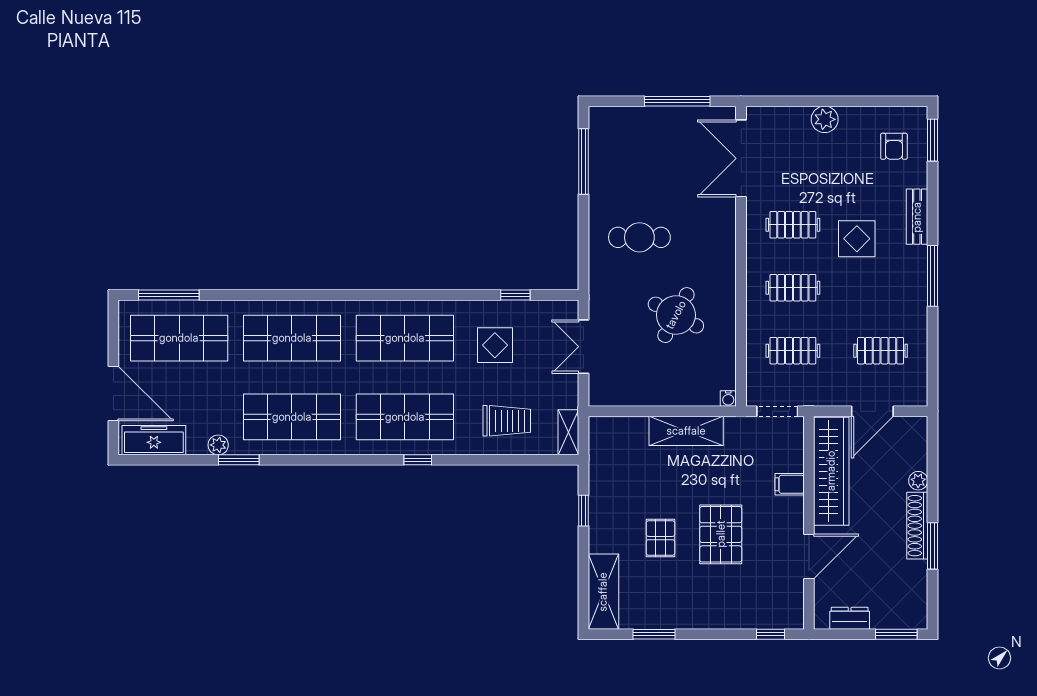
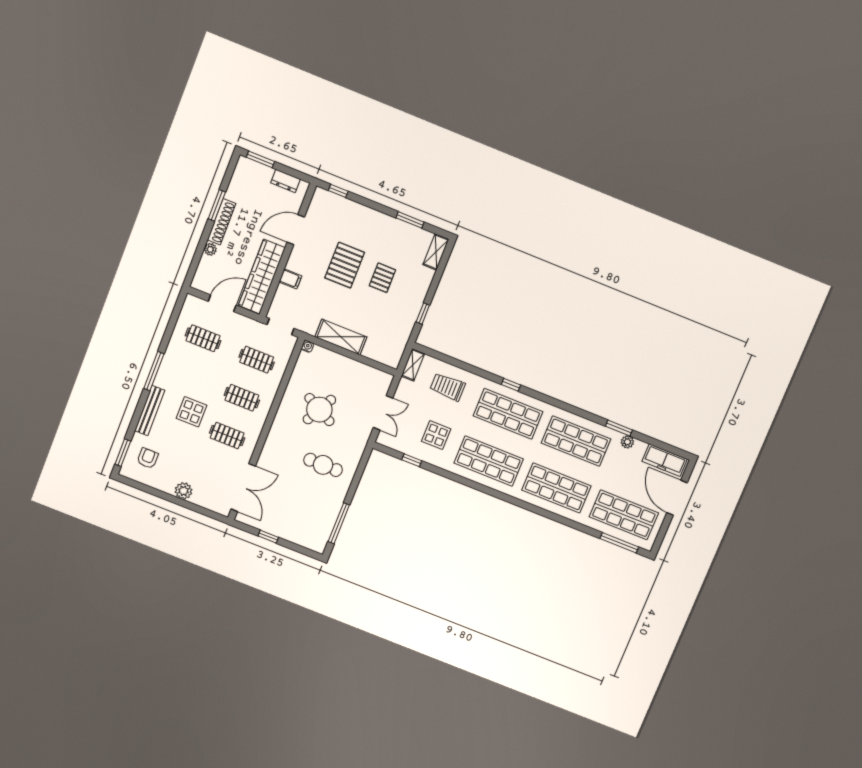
window: (677, 101) -> (268, 537), width x0.46
bench: (917, 217) -> (150, 411), width x1.36
shelving: (603, 592) -> (436, 252), width x0.67, depth x0.75

